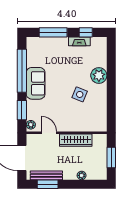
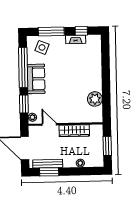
plant: (99, 75) -> (95, 99), moved
side table: (80, 94) -> (42, 47), moved

